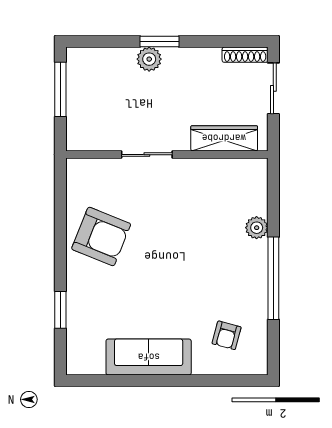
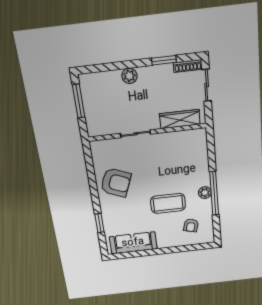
window: (160, 41) -> (164, 60), moved
plant: (257, 228) -> (205, 193), moved
coffee table: (189, 287) -> (168, 203), added
sofa: (149, 357) -> (133, 243), moved

